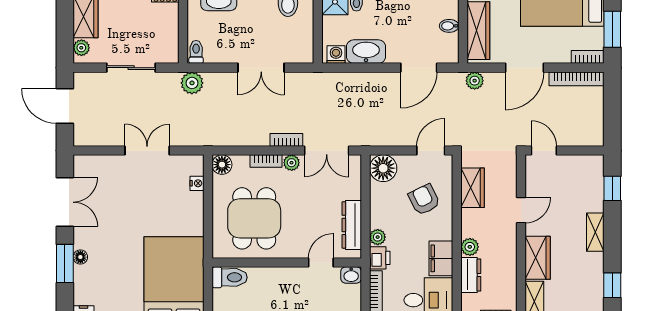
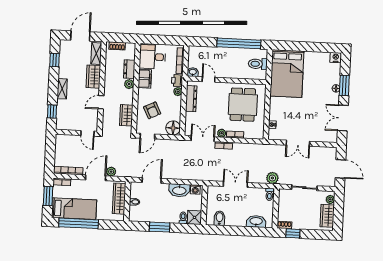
plant: (475, 81) -> (111, 172), moved
floor lamp: (222, 165) -> (259, 134), removed
door: (321, 263) -> (209, 79), swing flipped
toilet: (230, 277) -> (258, 64), moved

